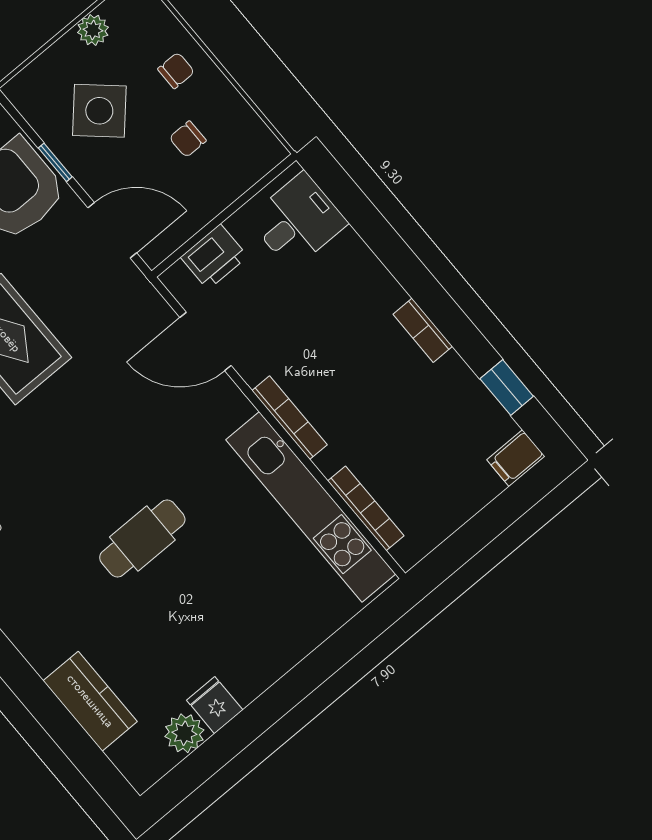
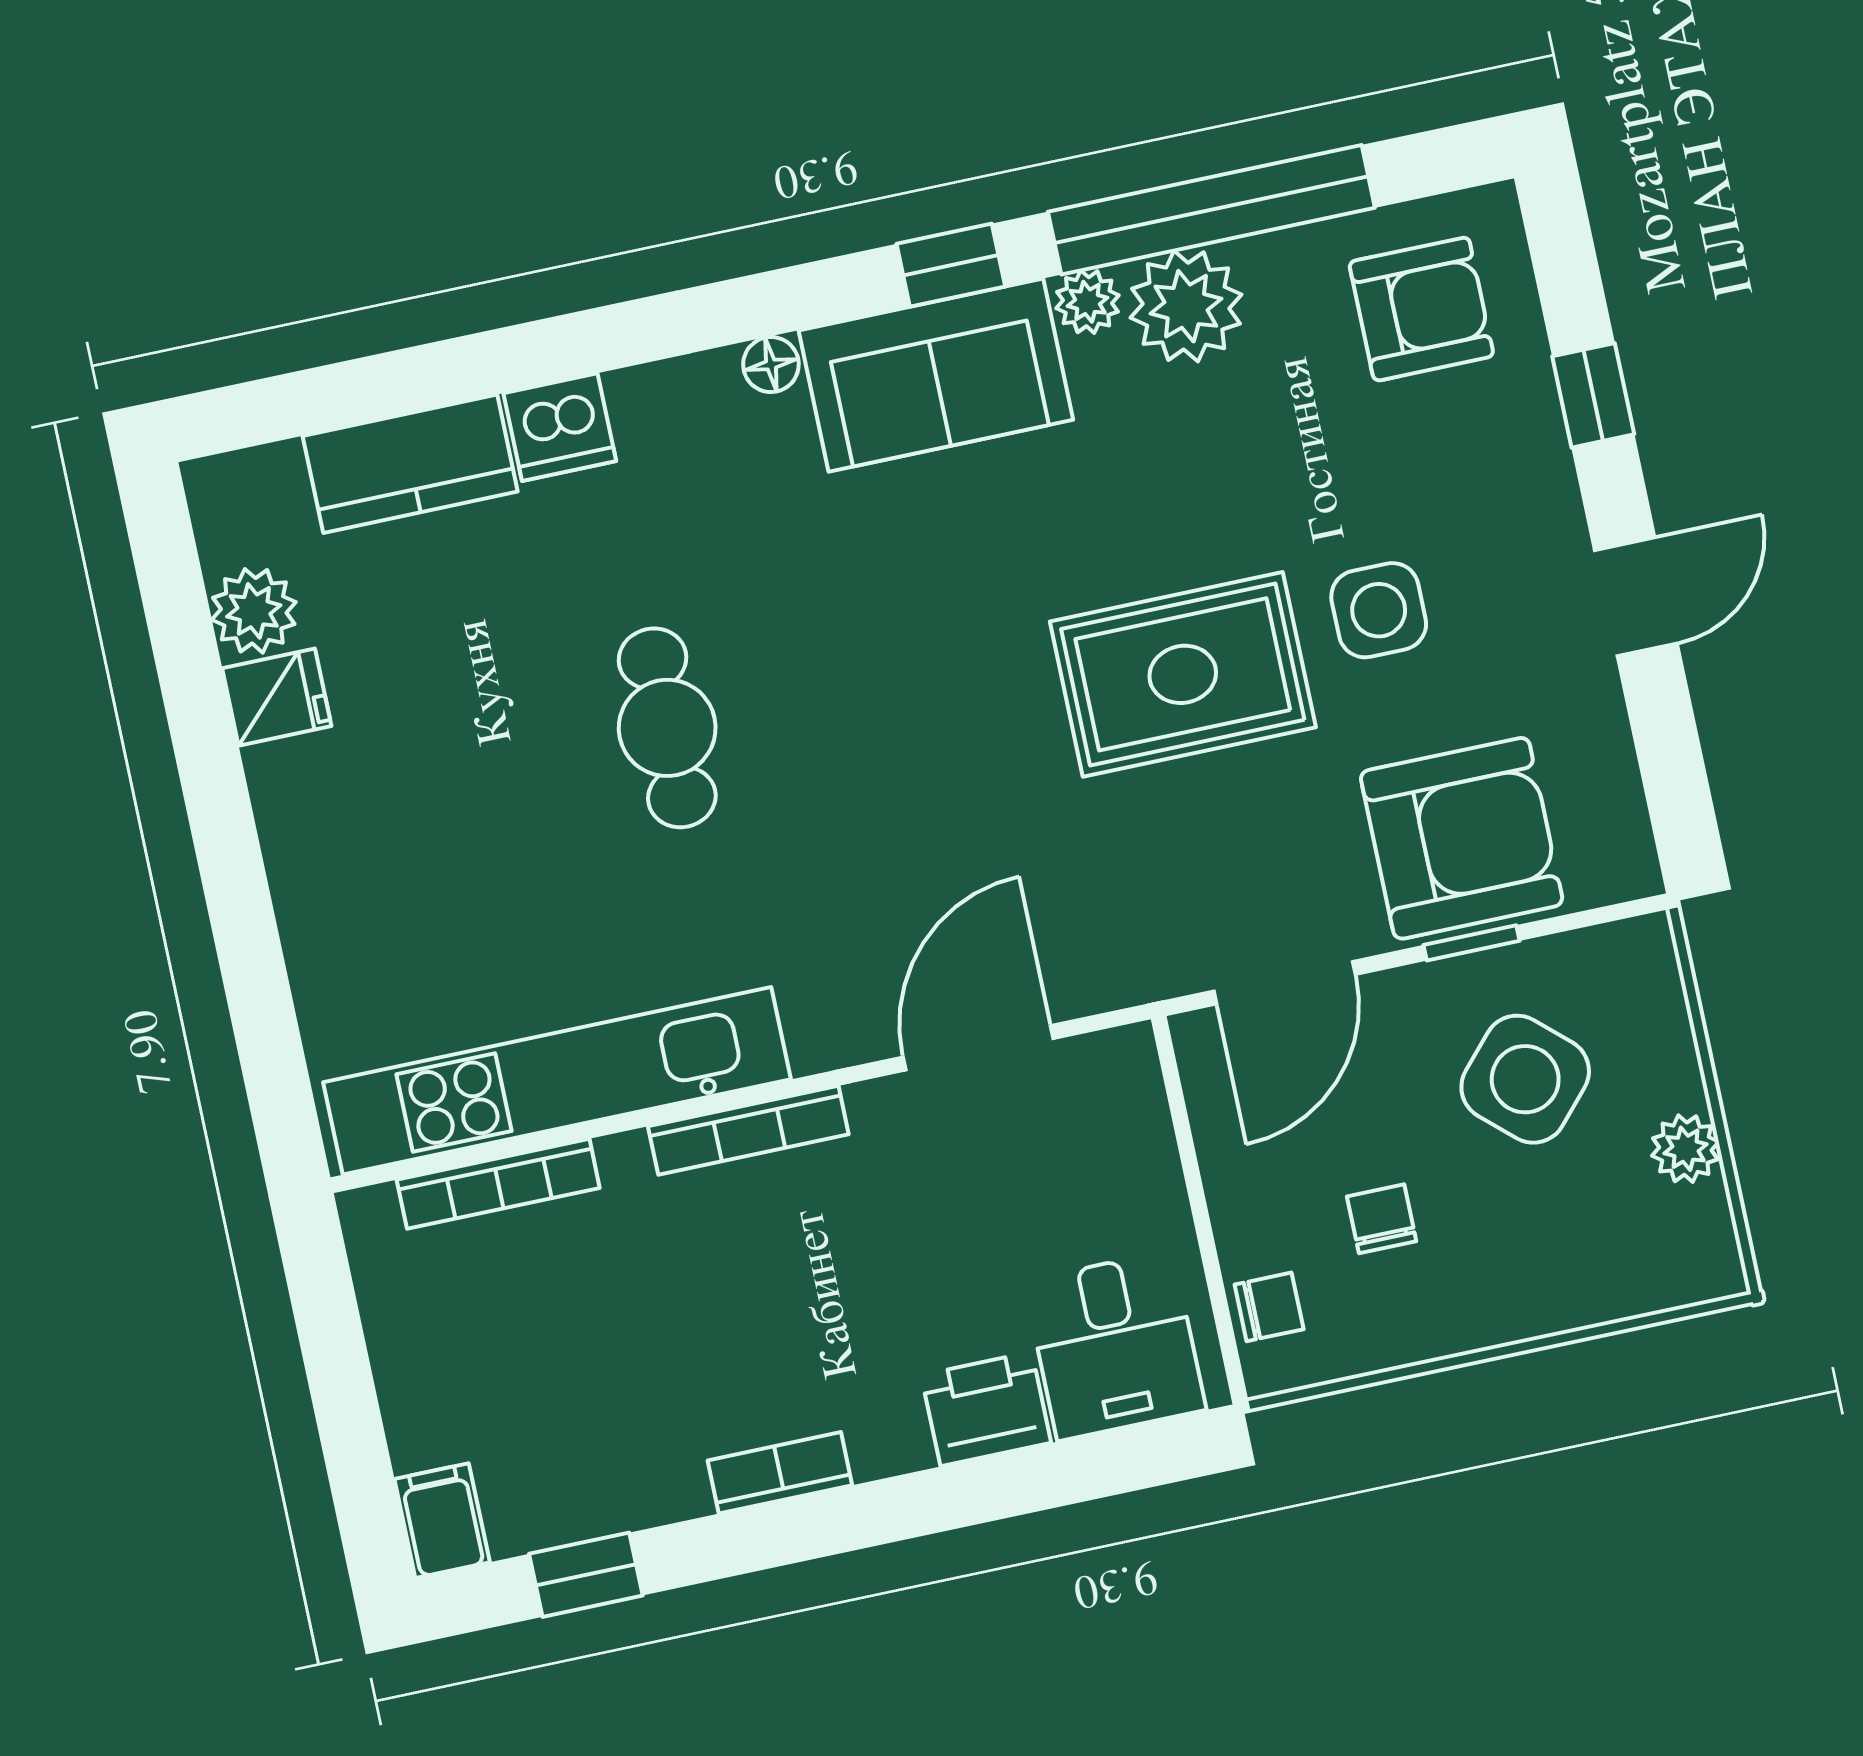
chair: (176, 71) -> (1269, 1307), moved, turned -90
printer: (214, 257) -> (986, 1409), moved, turned 90
dishwasher: (43, 648) -> (560, 427), added

